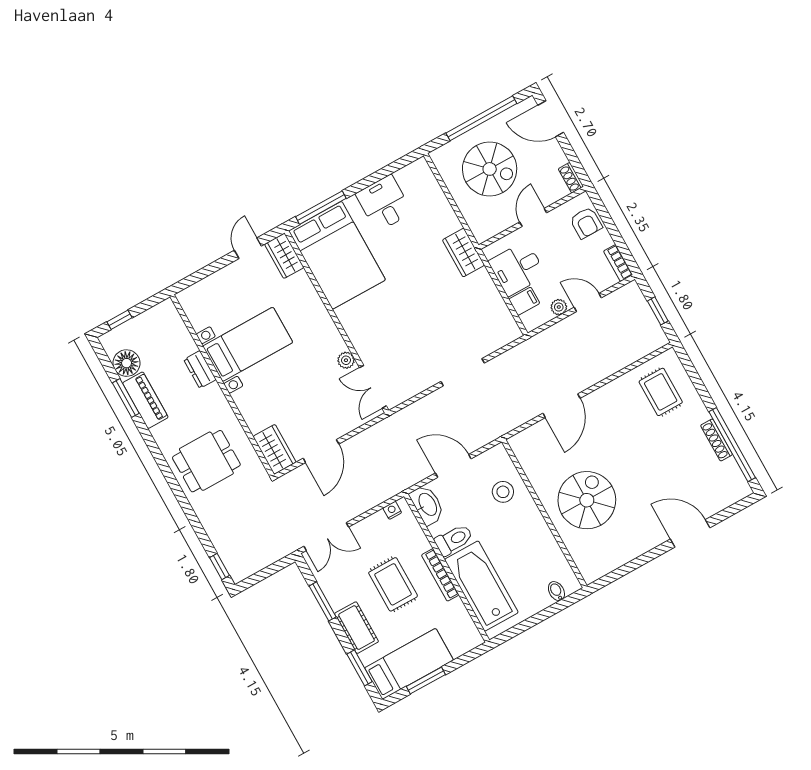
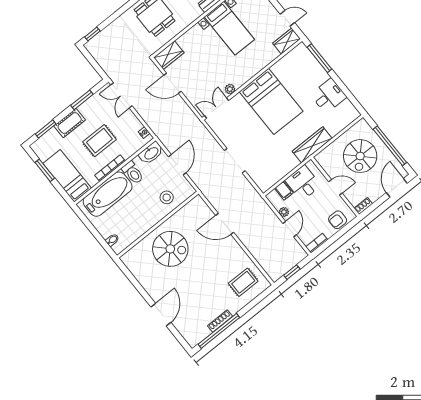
wardrobe: (463, 253) -> (312, 145), width x1.50
bed: (337, 255) -> (271, 101), moved, turned -90
bed: (409, 664) -> (67, 176), moved, turned 180

